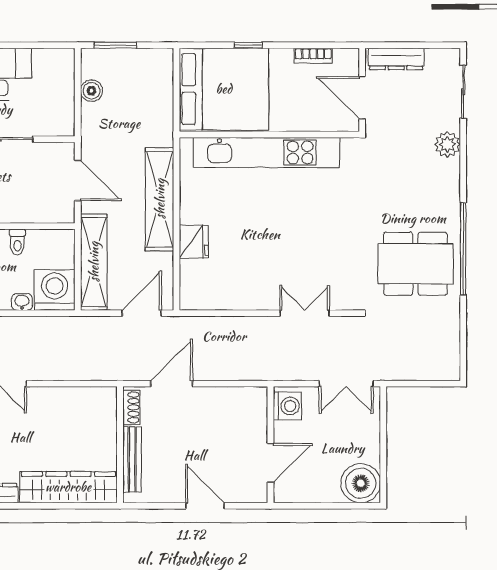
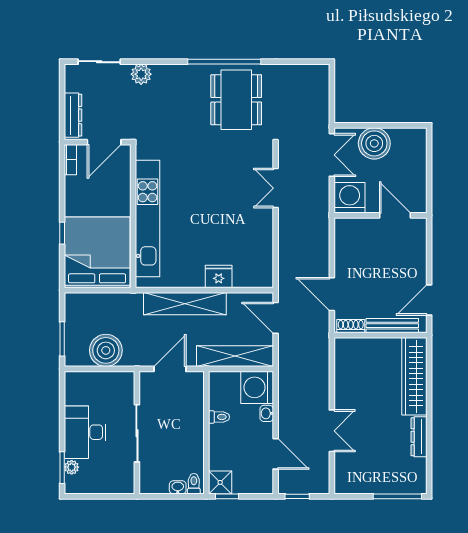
bookcase: (313, 56) -> (70, 160), moved
boiler: (92, 91) -> (106, 350), width x1.86, depth x1.86
washing machine: (287, 406) -> (350, 198), width x1.37, depth x1.37
boiler: (361, 483) -> (374, 143), moved
door: (205, 506) -> (429, 300), moved

